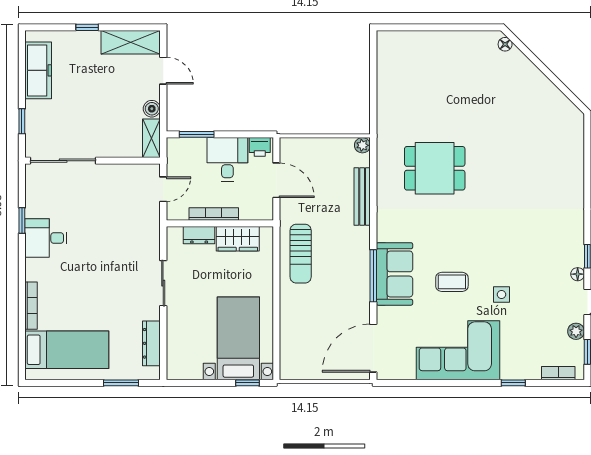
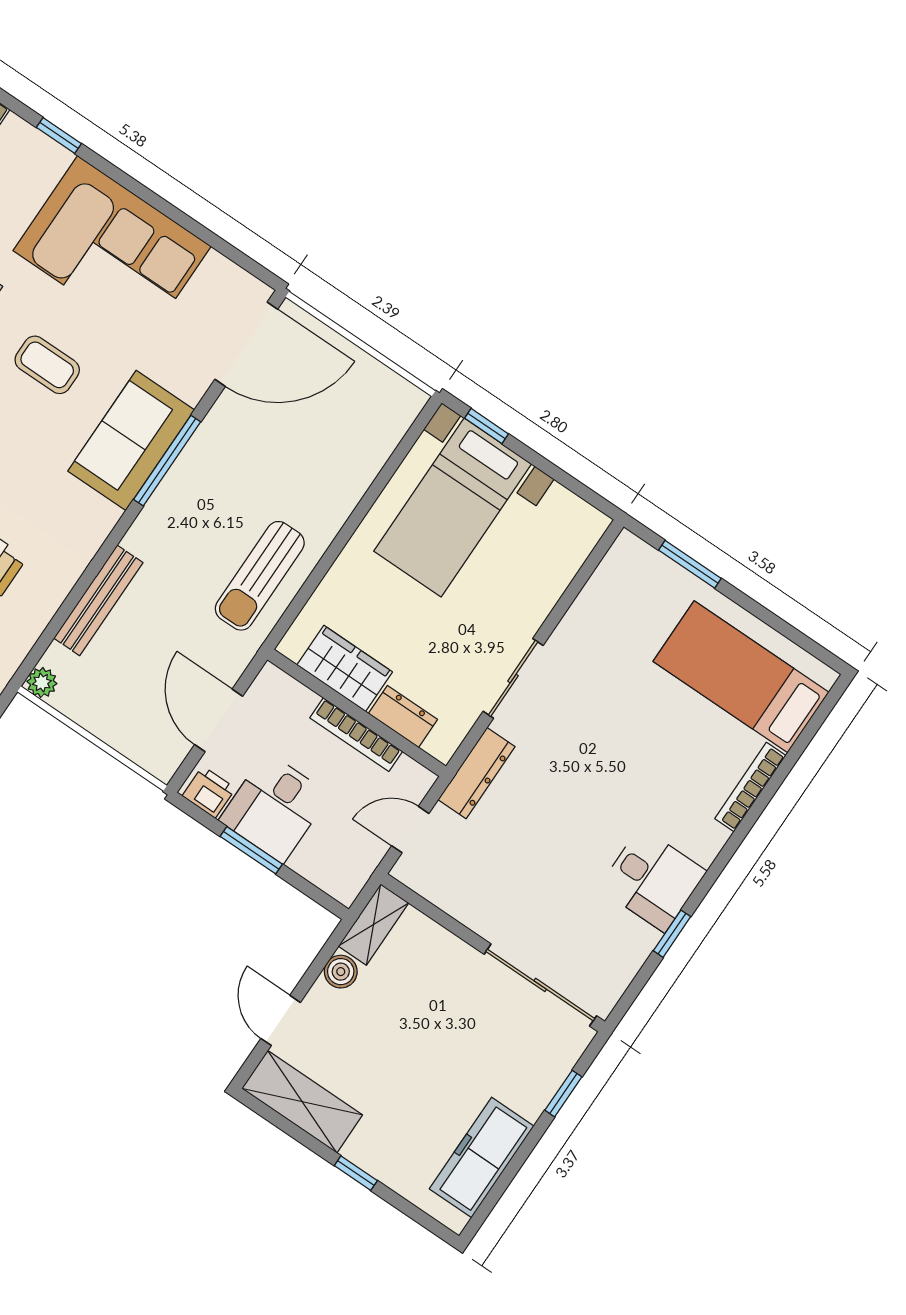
window: (197, 134) -> (251, 850), moved
sun lounger: (301, 254) -> (260, 576), turned 180
dresser: (151, 343) -> (477, 773), moved

